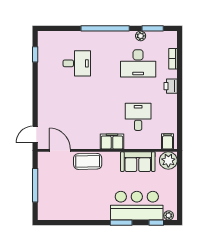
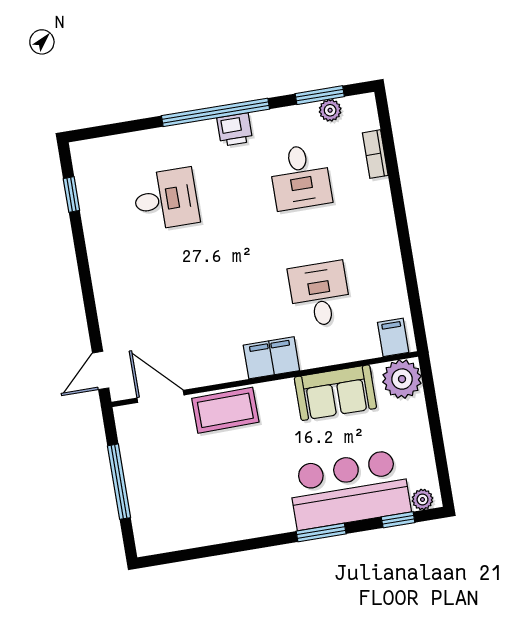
plant: (141, 36) -> (330, 110), moved
desk: (138, 63) -> (300, 177), width x0.73
printer: (171, 86) -> (235, 130), moved, turned -90

